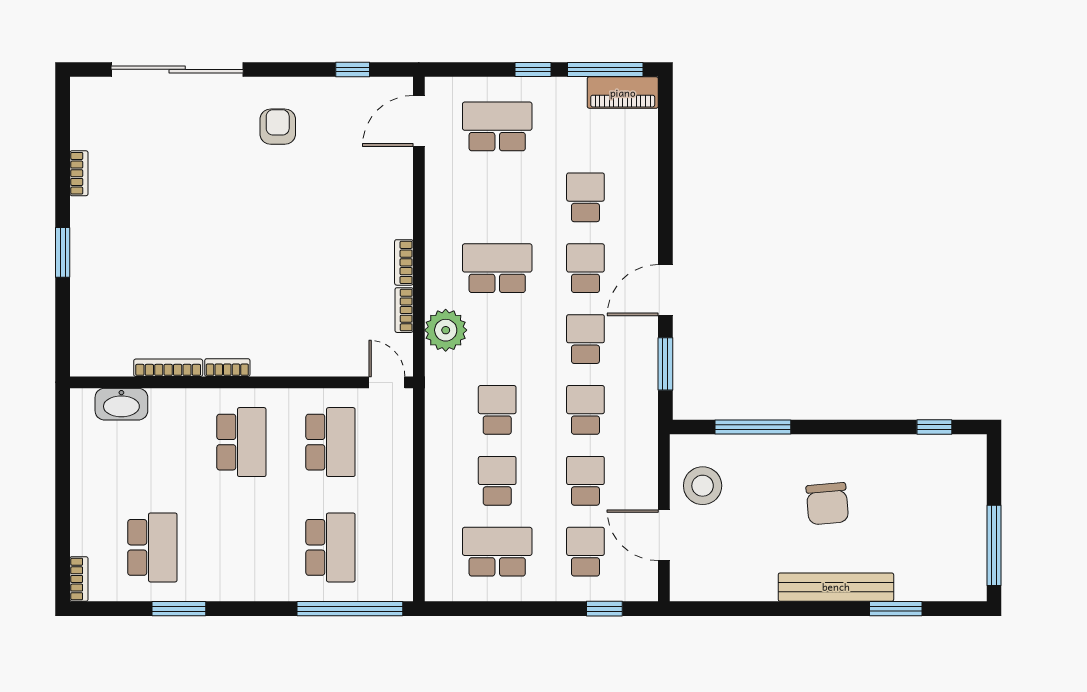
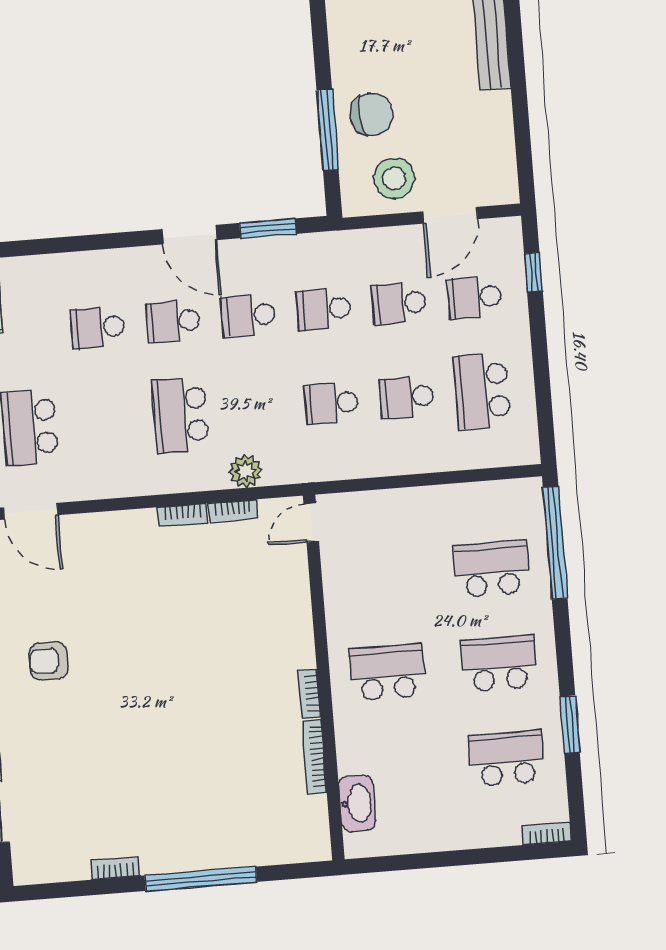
window: (63, 252) -> (201, 879), width x2.11
plant: (446, 330) -> (245, 471), width x0.73, depth x0.73
school desk: (330, 442) -> (499, 663), moved
chair: (827, 504) -> (372, 114), moved

